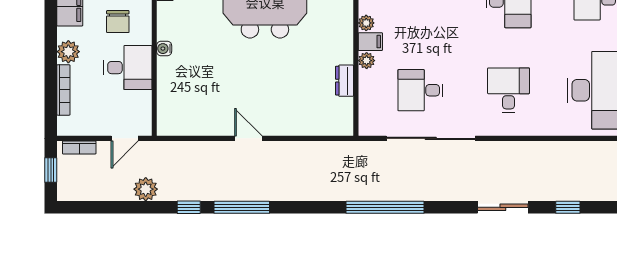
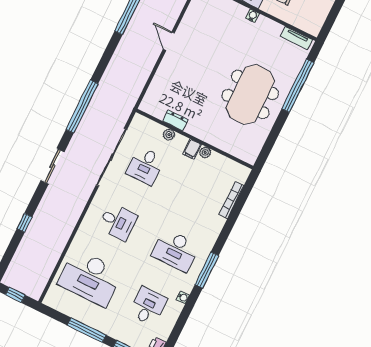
plant: (367, 61) -> (169, 135), moved
desk: (421, 90) -> (145, 166), turned 180
door: (248, 138) -> (169, 41), swing flipped
sliding door: (503, 207) -> (53, 166), moved

